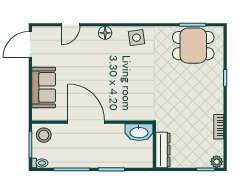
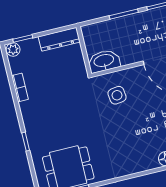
side table: (136, 38) -> (117, 95), moved
dresser: (163, 150) -> (59, 39), moved, turned -90

